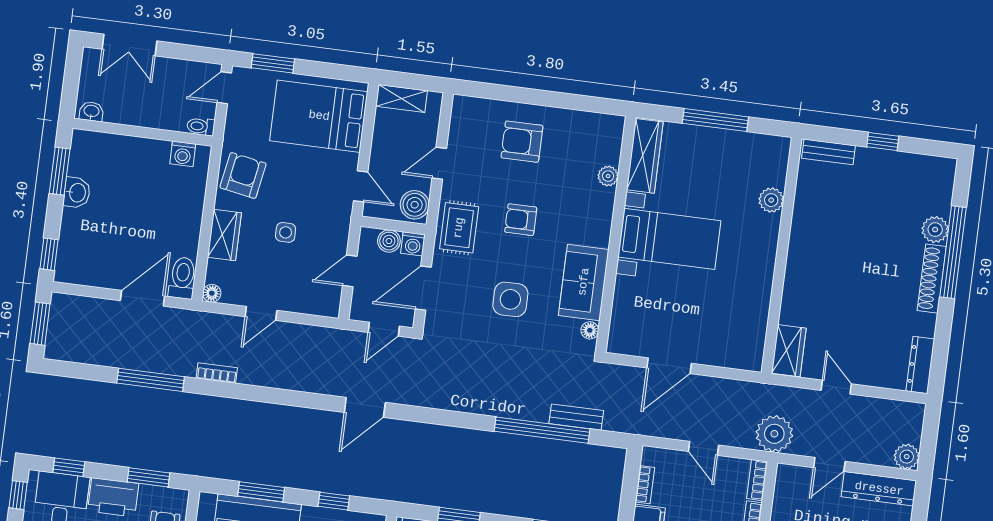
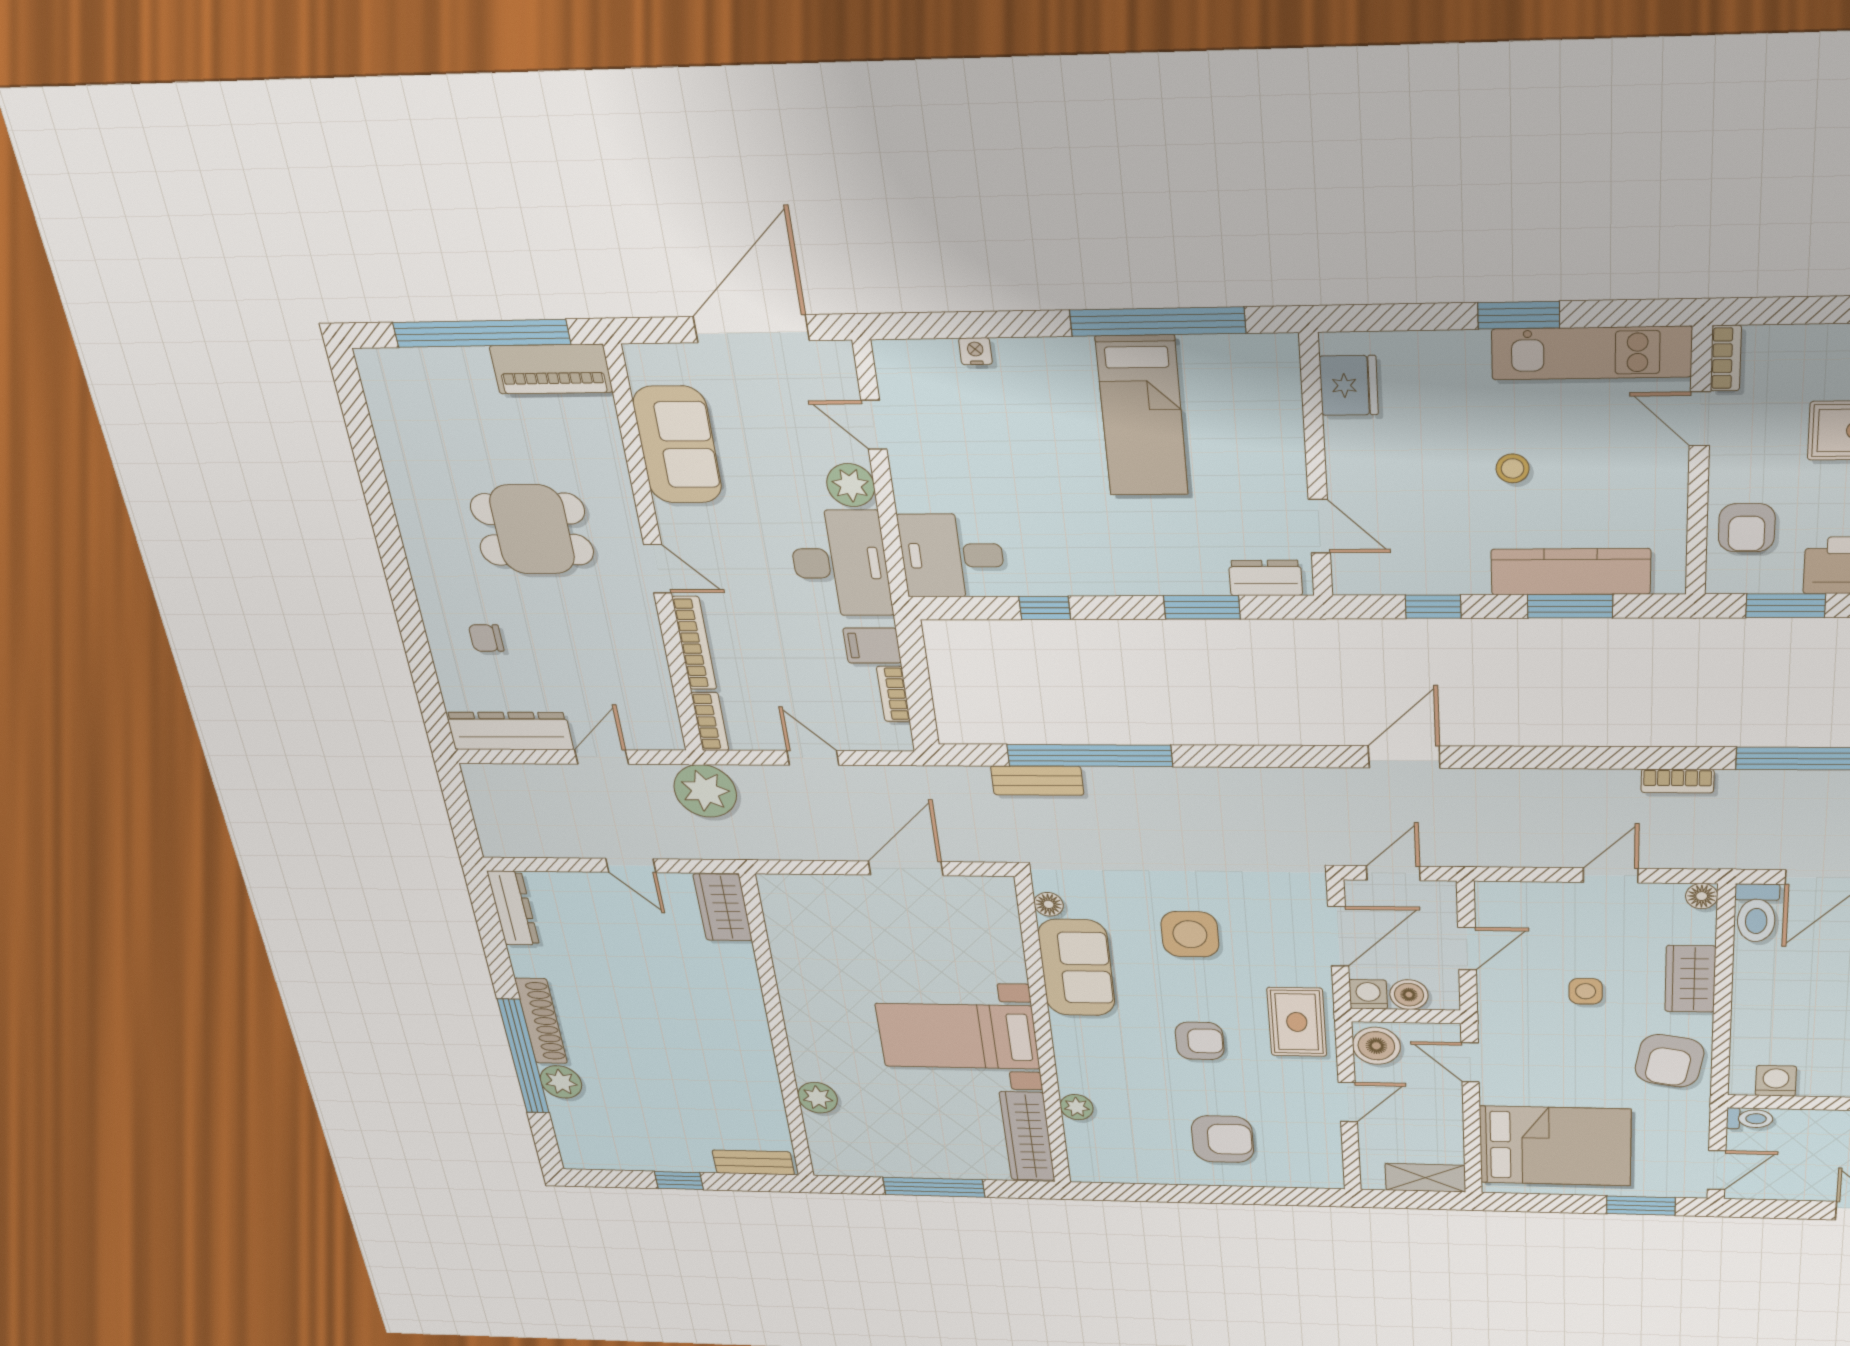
plant: (907, 457) -> (484, 781), removed

